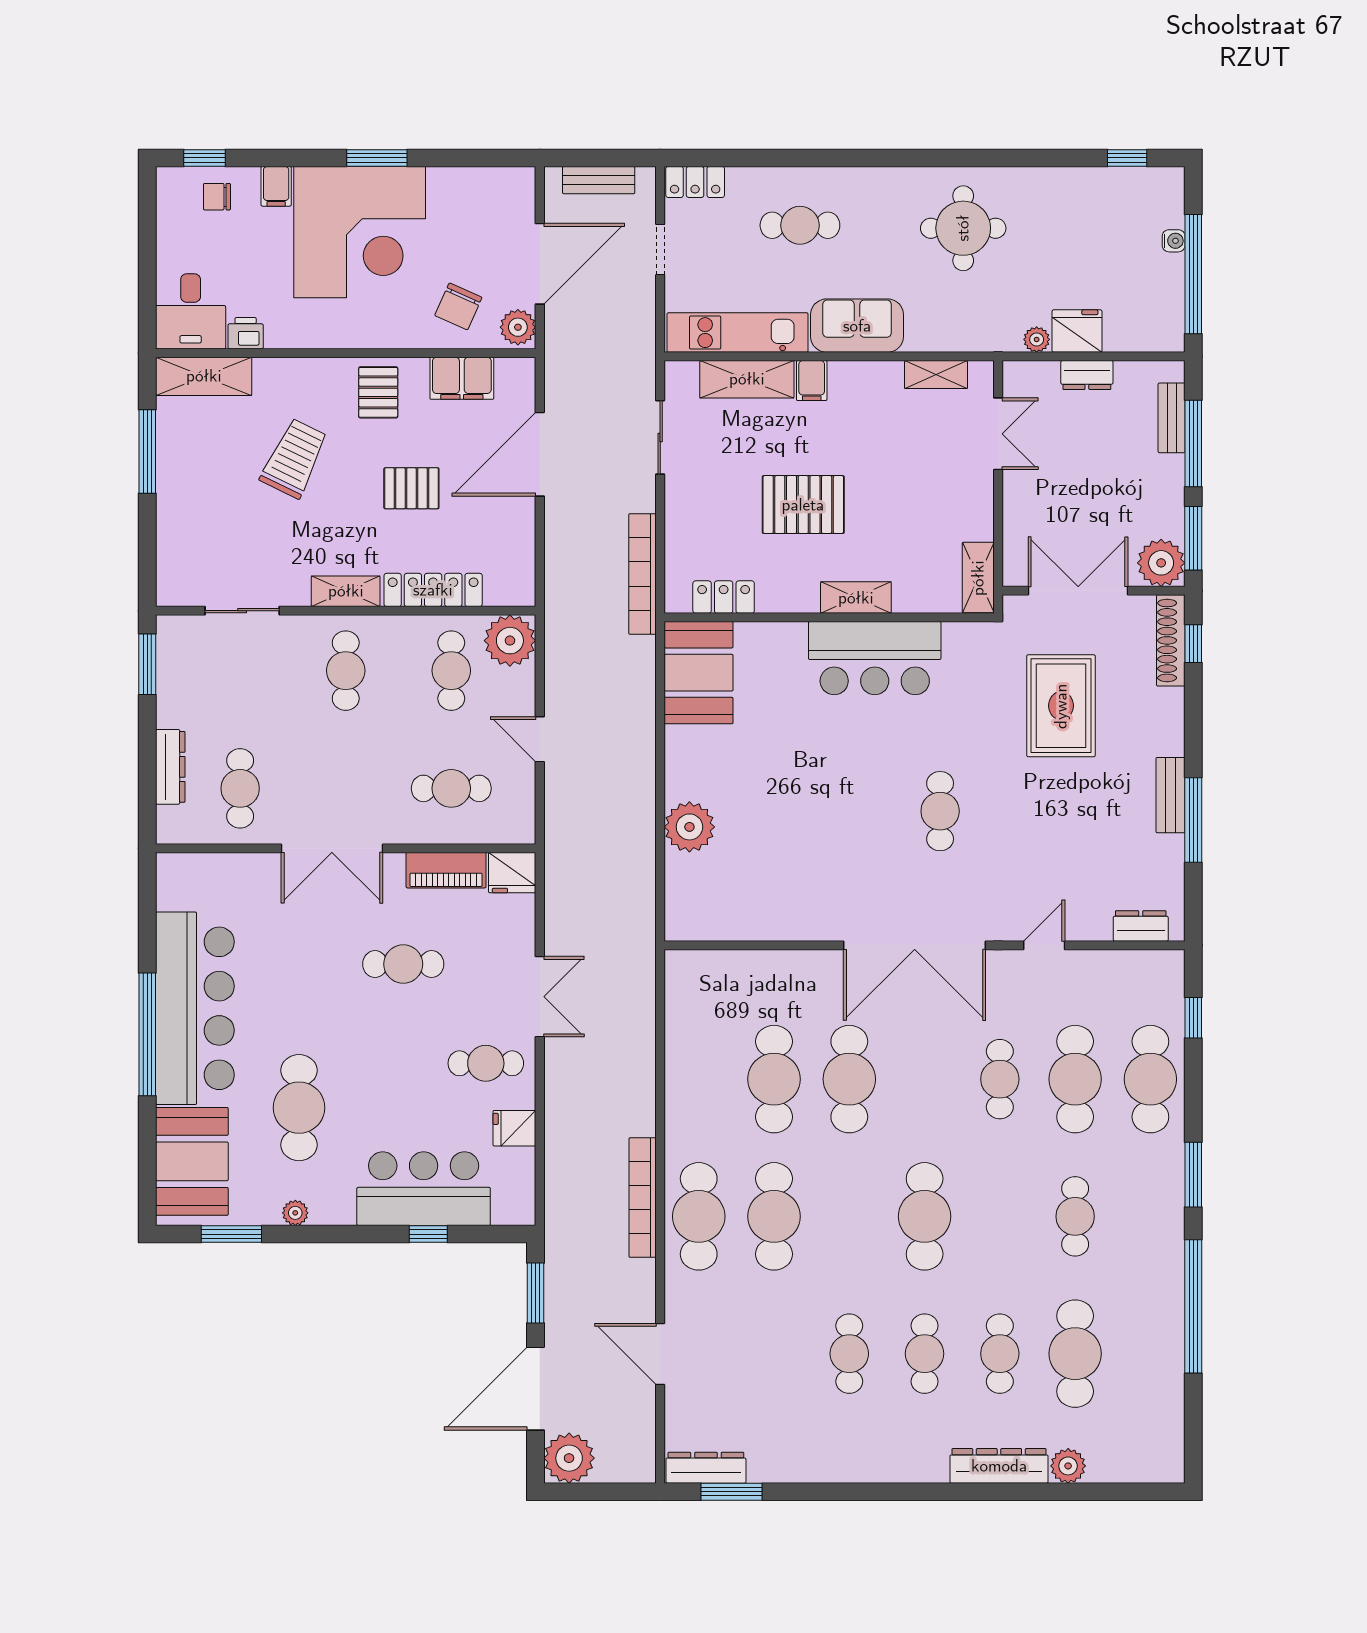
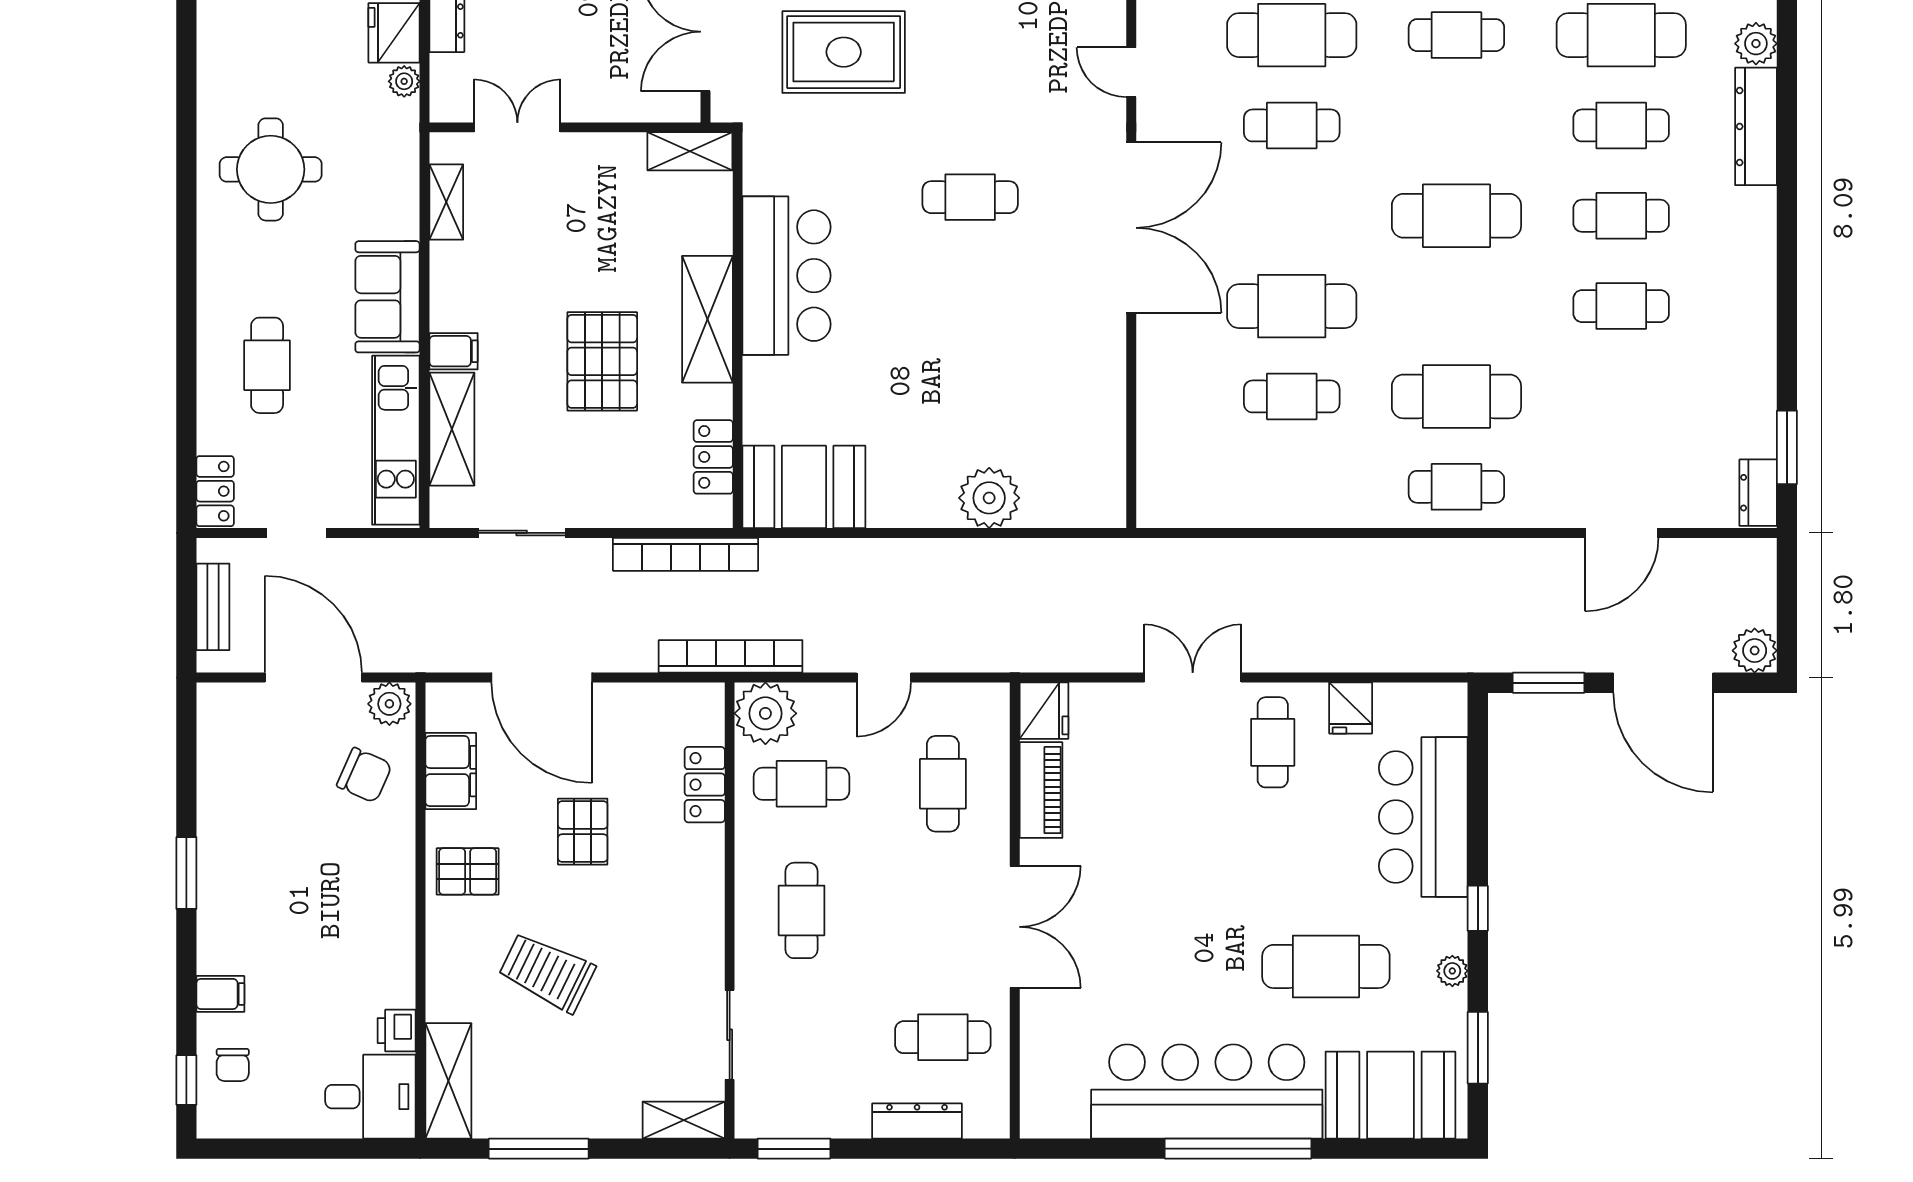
corner desk: (360, 232) -> (275, 894), removed
locker: (433, 590) -> (705, 785), width x0.66
shelving: (346, 591) -> (684, 1120), moved, turned 90
shelving: (856, 598) -> (707, 319), width x1.50, depth x1.33
cafe table: (346, 671) -> (802, 910), turned 90
cafe table: (403, 964) -> (1154, 841), removed
cafe table: (774, 1079) -> (1292, 396), width x0.73, depth x0.74
bookcase: (643, 1198) -> (731, 656), moved, turned 180
cafe table: (699, 1216) -> (1456, 487), width x0.73, depth x0.74
window: (428, 1234) -> (1478, 908), moved
plant: (569, 1458) -> (1755, 651), width x0.73, depth x0.73
dresser: (706, 1468) -> (1758, 493), width x0.70

